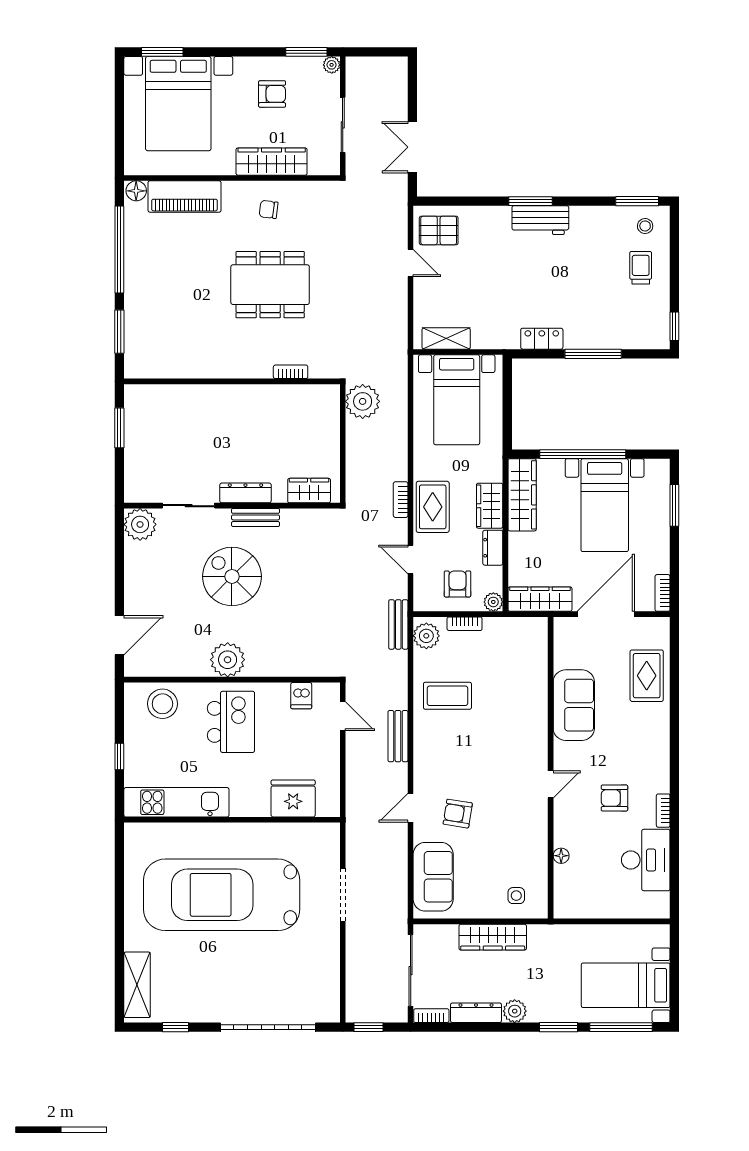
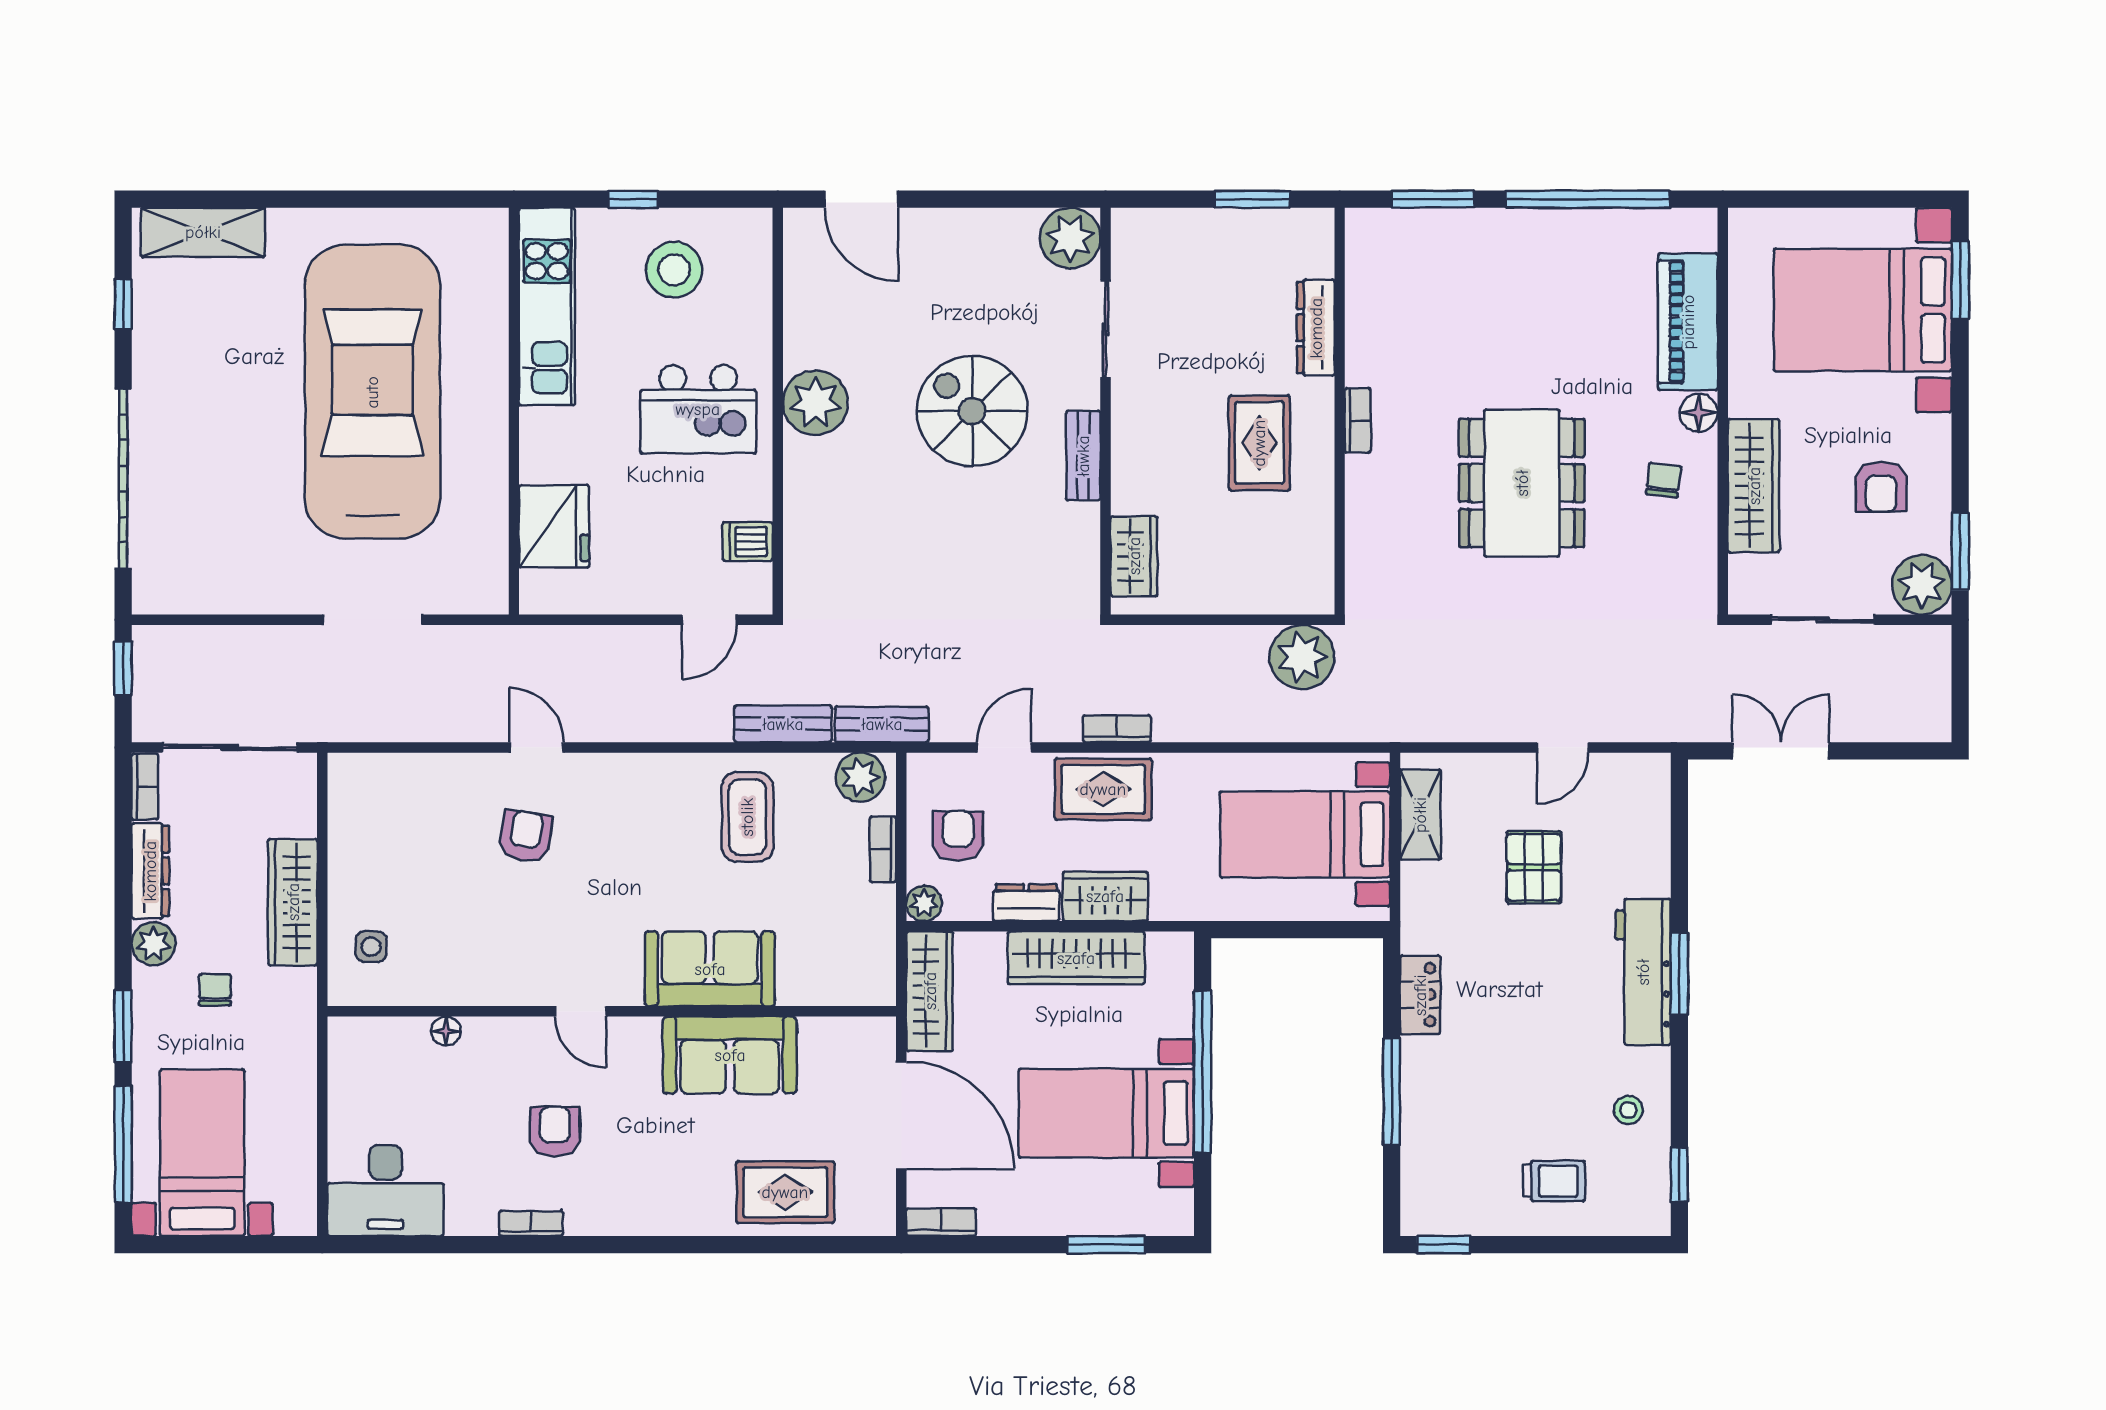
plant: (332, 65) -> (1922, 585), width x1.88, depth x1.88
floor lamp: (136, 191) -> (1699, 413), moved
window: (637, 201) -> (1679, 1174), width x0.67
workbench: (540, 220) -> (1643, 972), width x1.37
stool: (645, 226) -> (1628, 1110), moved
pallet: (439, 230) -> (1534, 867), moved
bookcase: (291, 372) -> (1358, 420), moved
rug: (249, 424) -> (1259, 443), added
dresser: (245, 493) -> (1316, 328), moved, turned 180
wardrobe: (522, 495) -> (1076, 958), moved
spiral stairs: (232, 576) -> (972, 411), turned -90
armchair: (457, 584) -> (958, 836), turned -90
stool: (162, 704) -> (674, 270), moved
bench: (398, 736) -> (783, 724), moved
desk: (646, 860) -> (385, 1191), moved
sofa: (433, 877) -> (710, 969), moved, turned 180
chair: (539, 978) -> (215, 990), added

